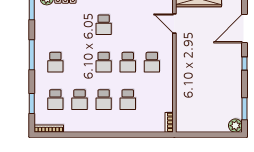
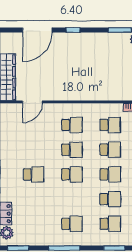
door: (244, 28) -> (37, 30), hinge flipped
school desk: (152, 100) -> (110, 125), added

